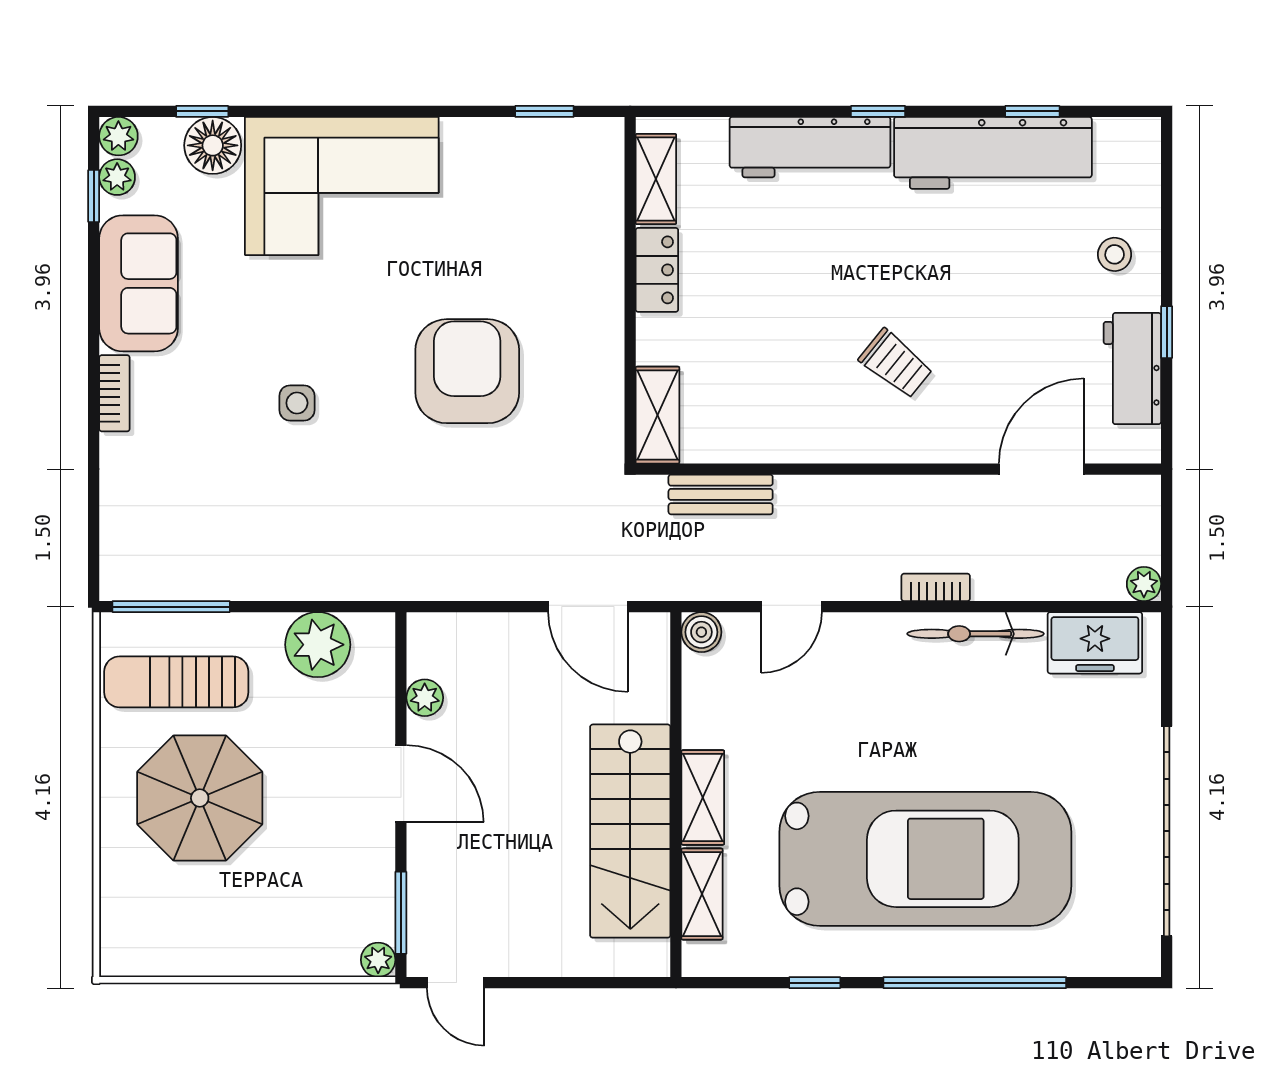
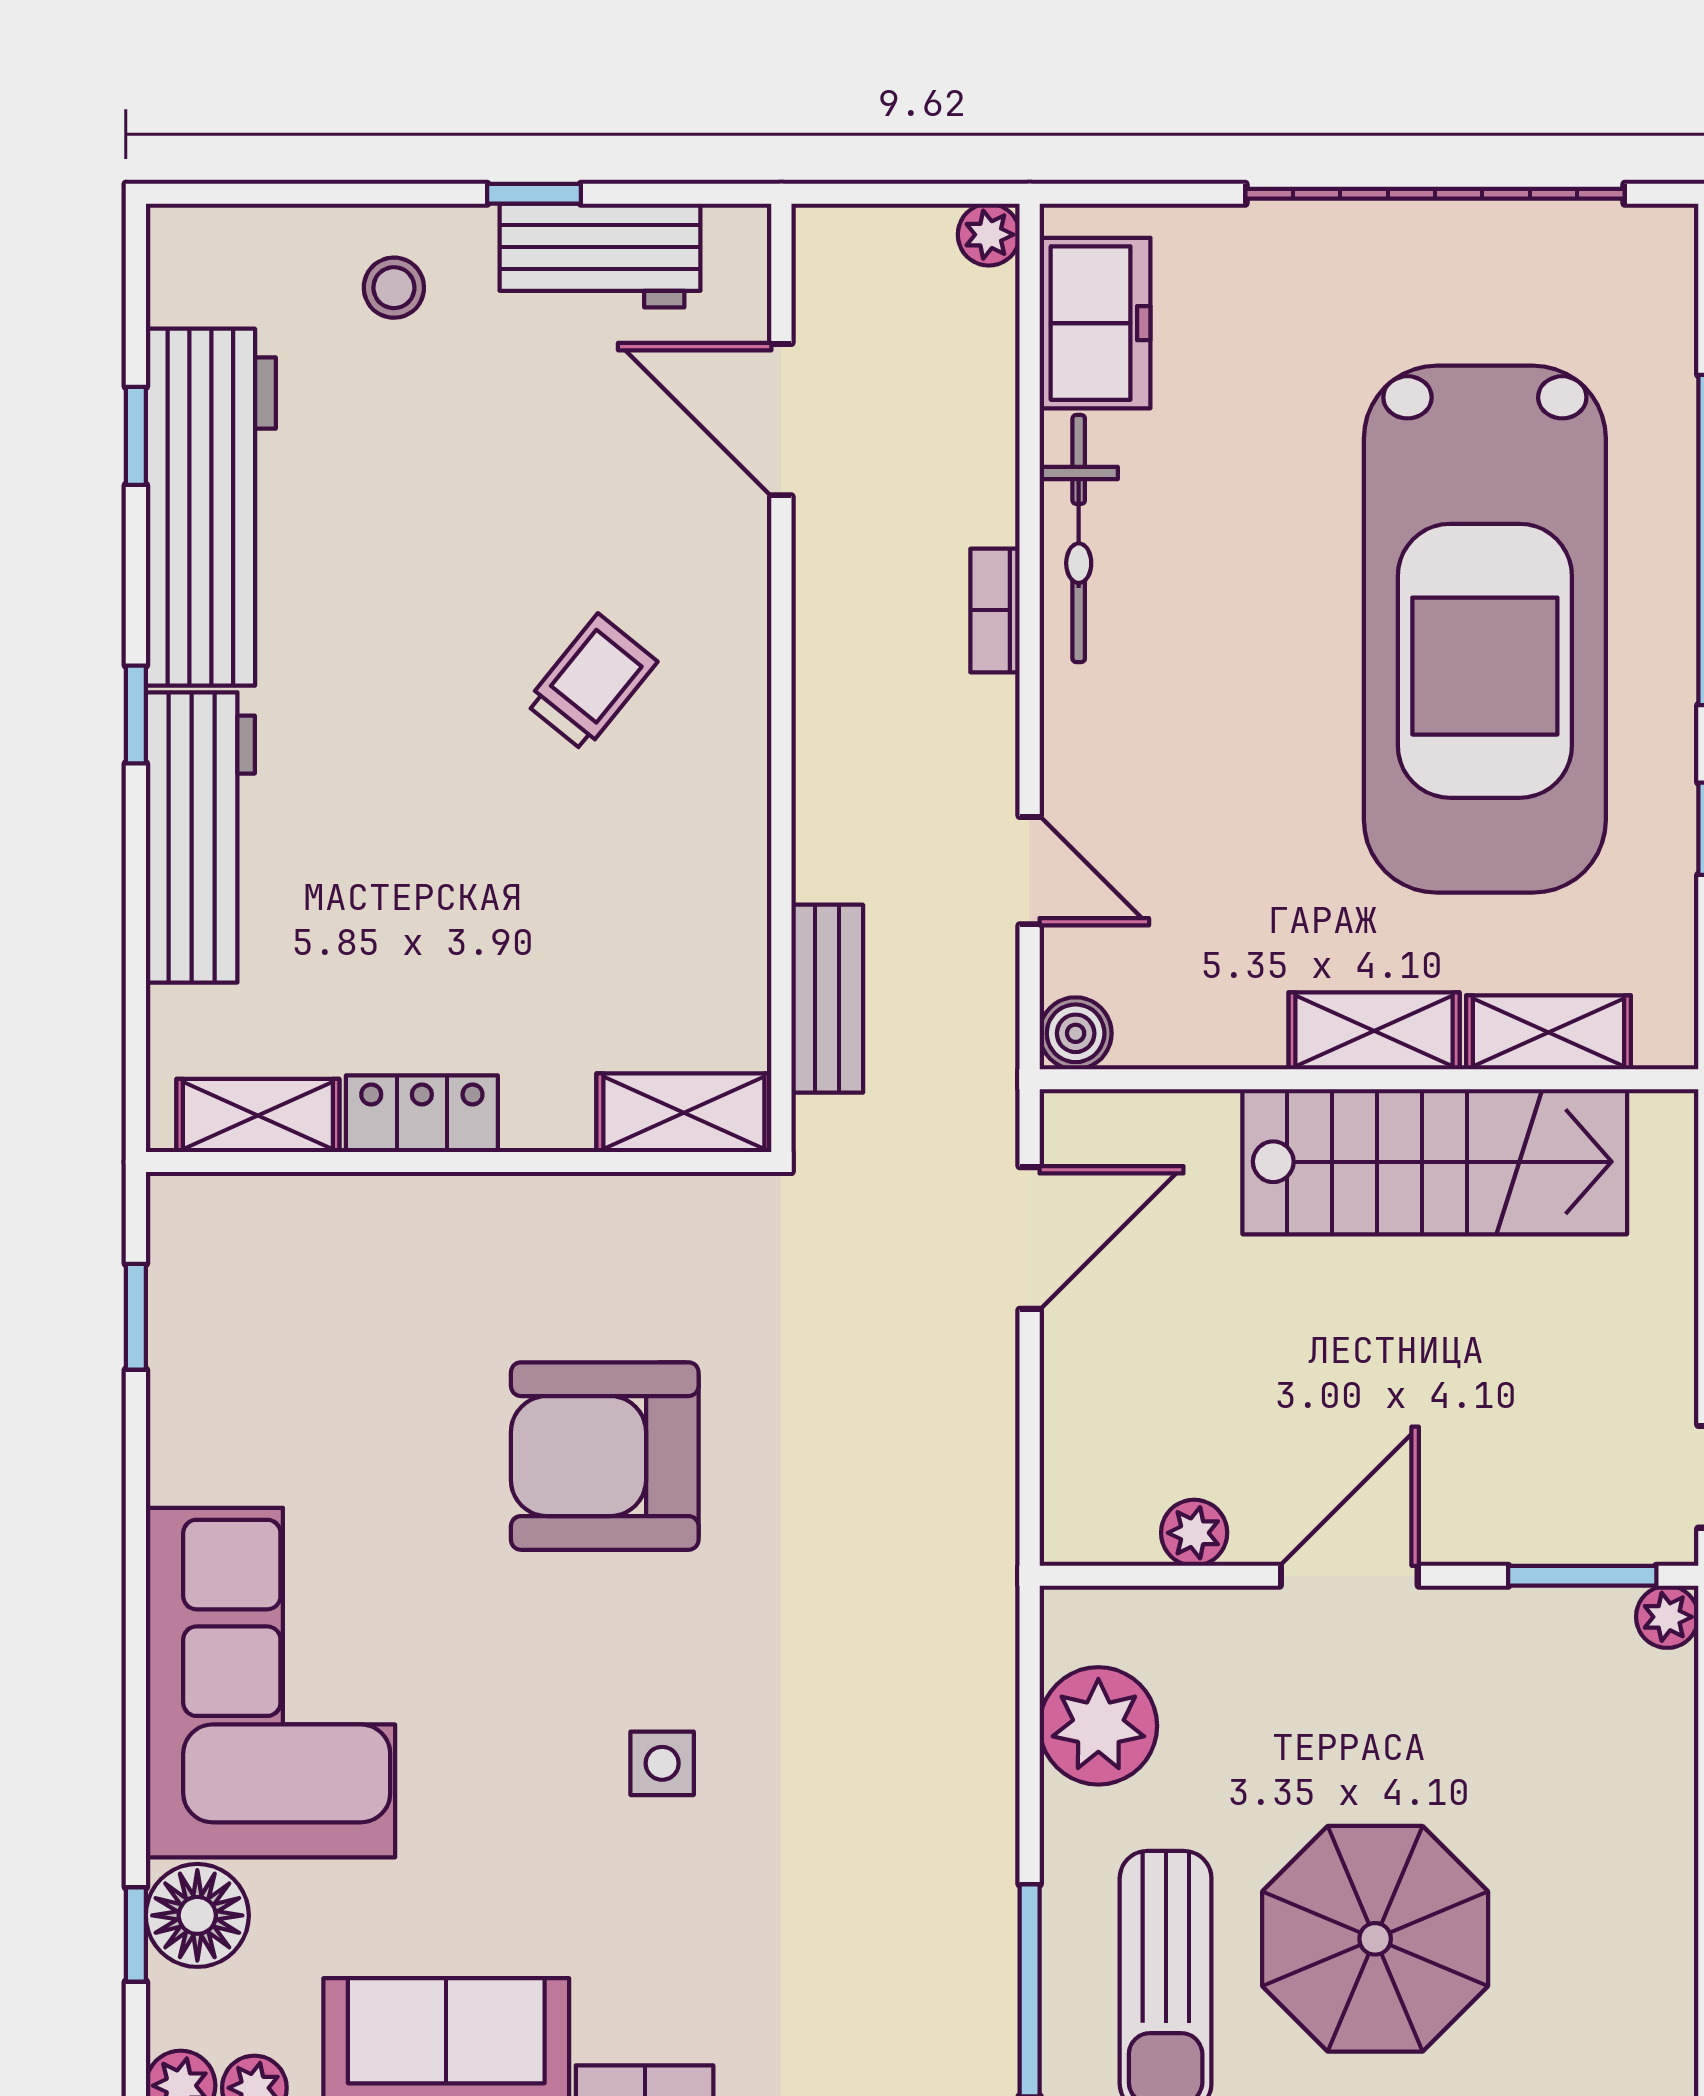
car: (925, 859) -> (1485, 629), turned 180

